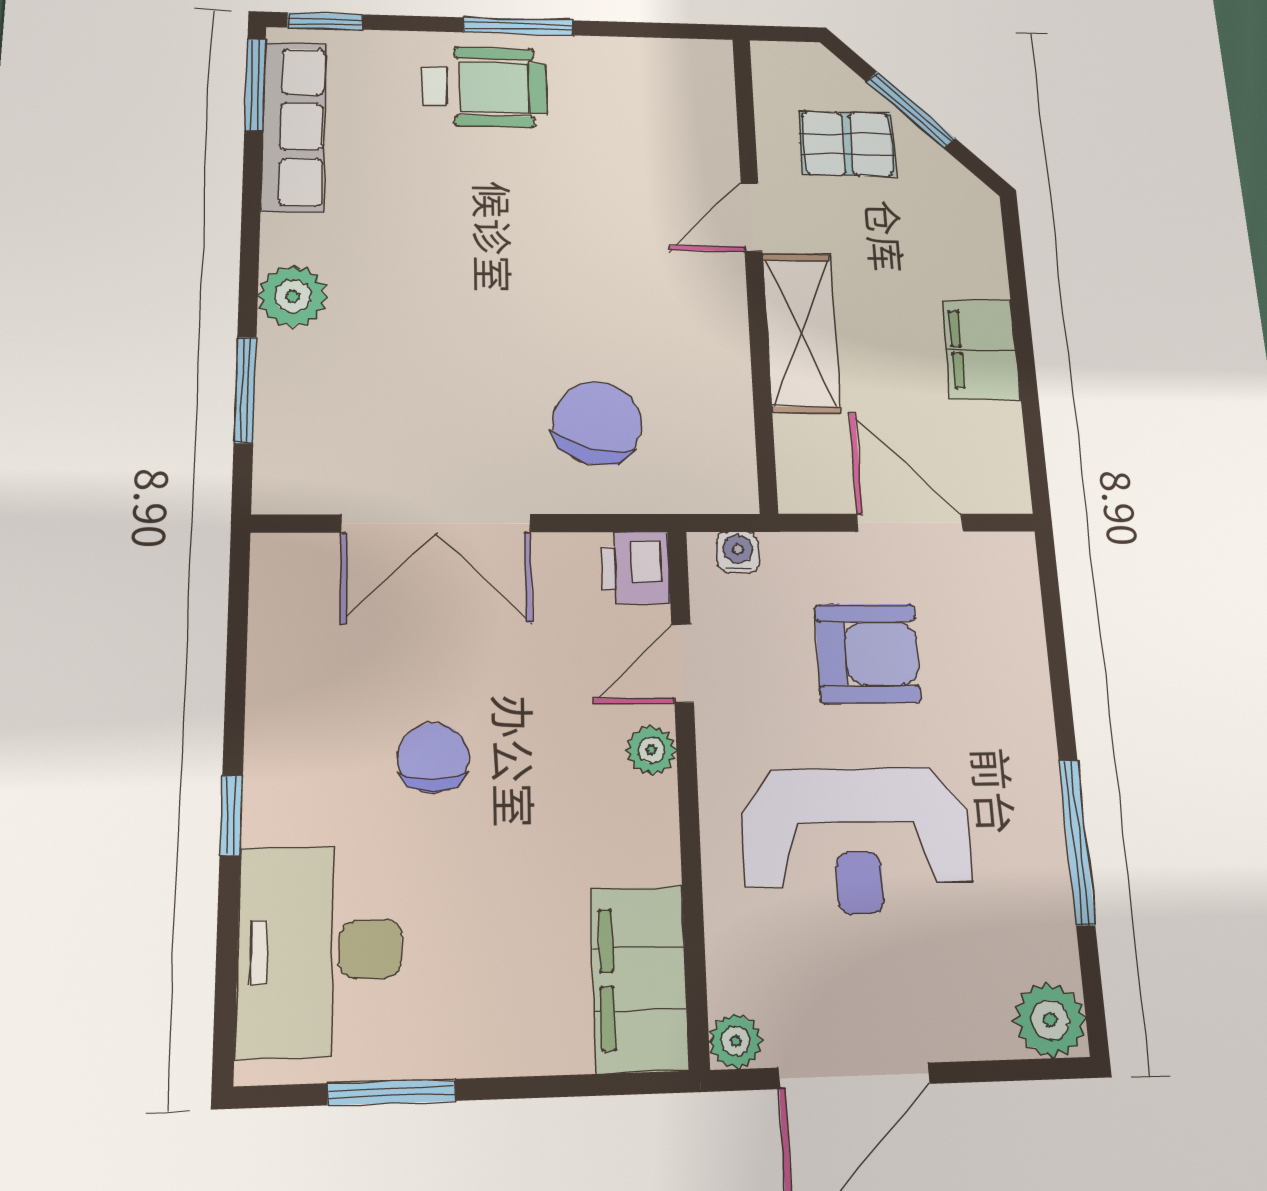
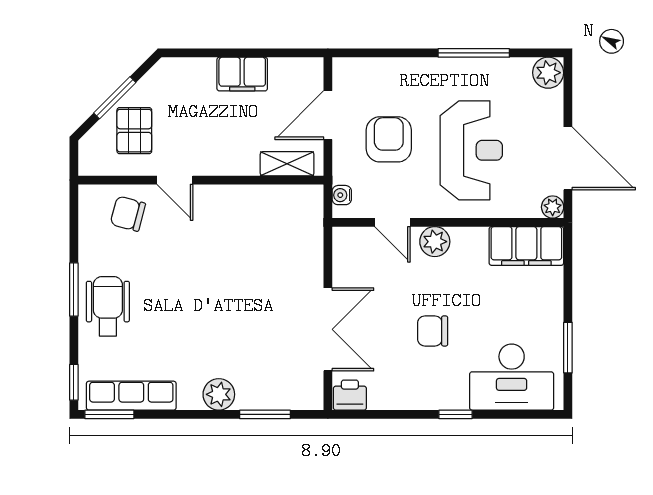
shelving: (801, 333) -> (287, 164), moved, width x0.67, depth x0.75
chair: (597, 423) -> (128, 214), moved, width x0.73, depth x0.73
printer: (635, 568) -> (350, 395), moved, turned 180
plant: (651, 750) -> (435, 242), width x1.38, depth x1.38

